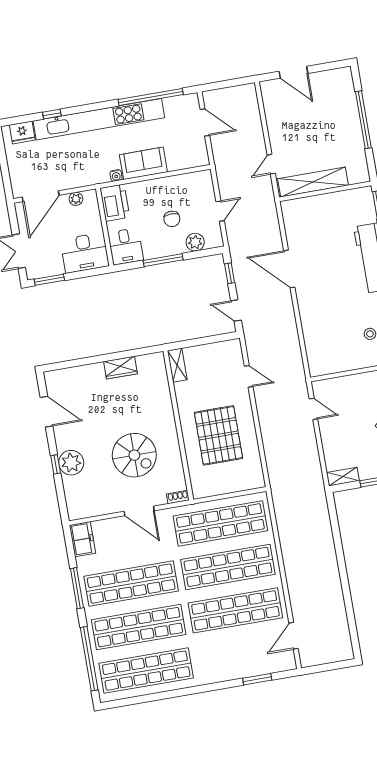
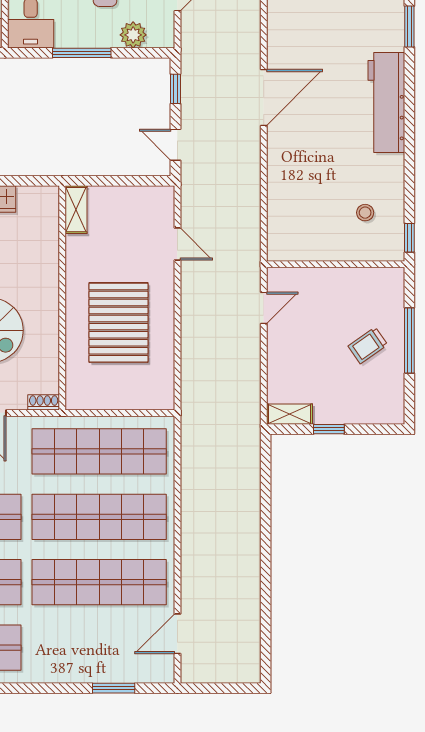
door: (289, 269) -> (264, 98), swing flipped
door: (313, 409) -> (264, 308), hinge flipped

